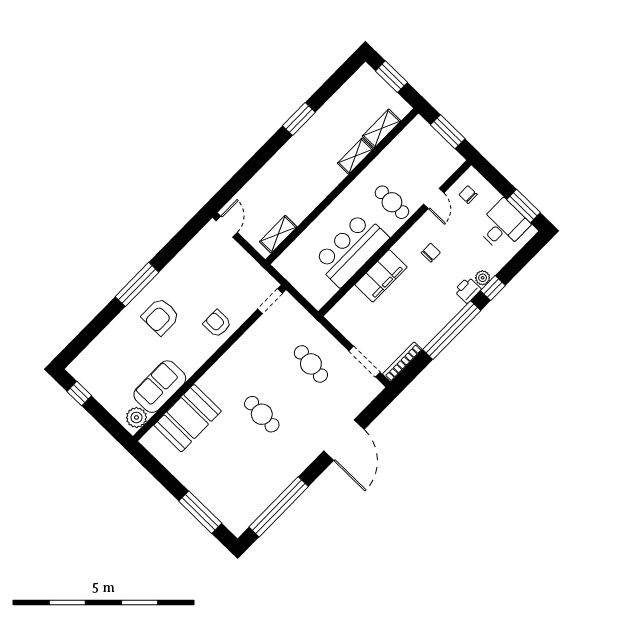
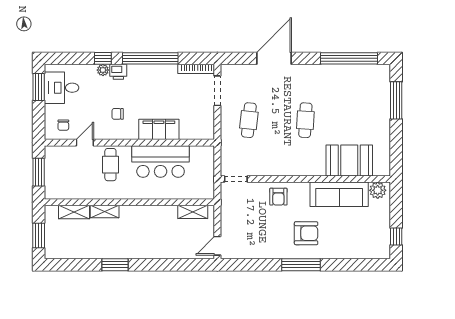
sofa: (160, 387) -> (339, 194), width x1.36

